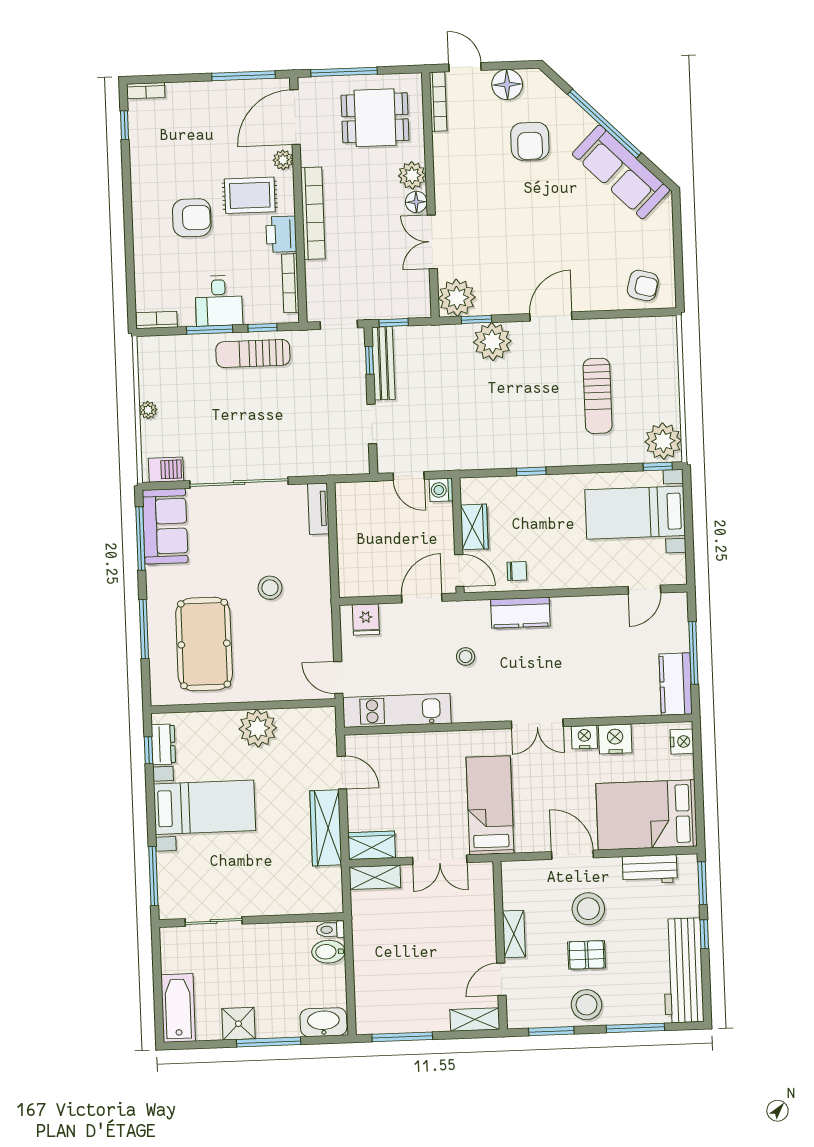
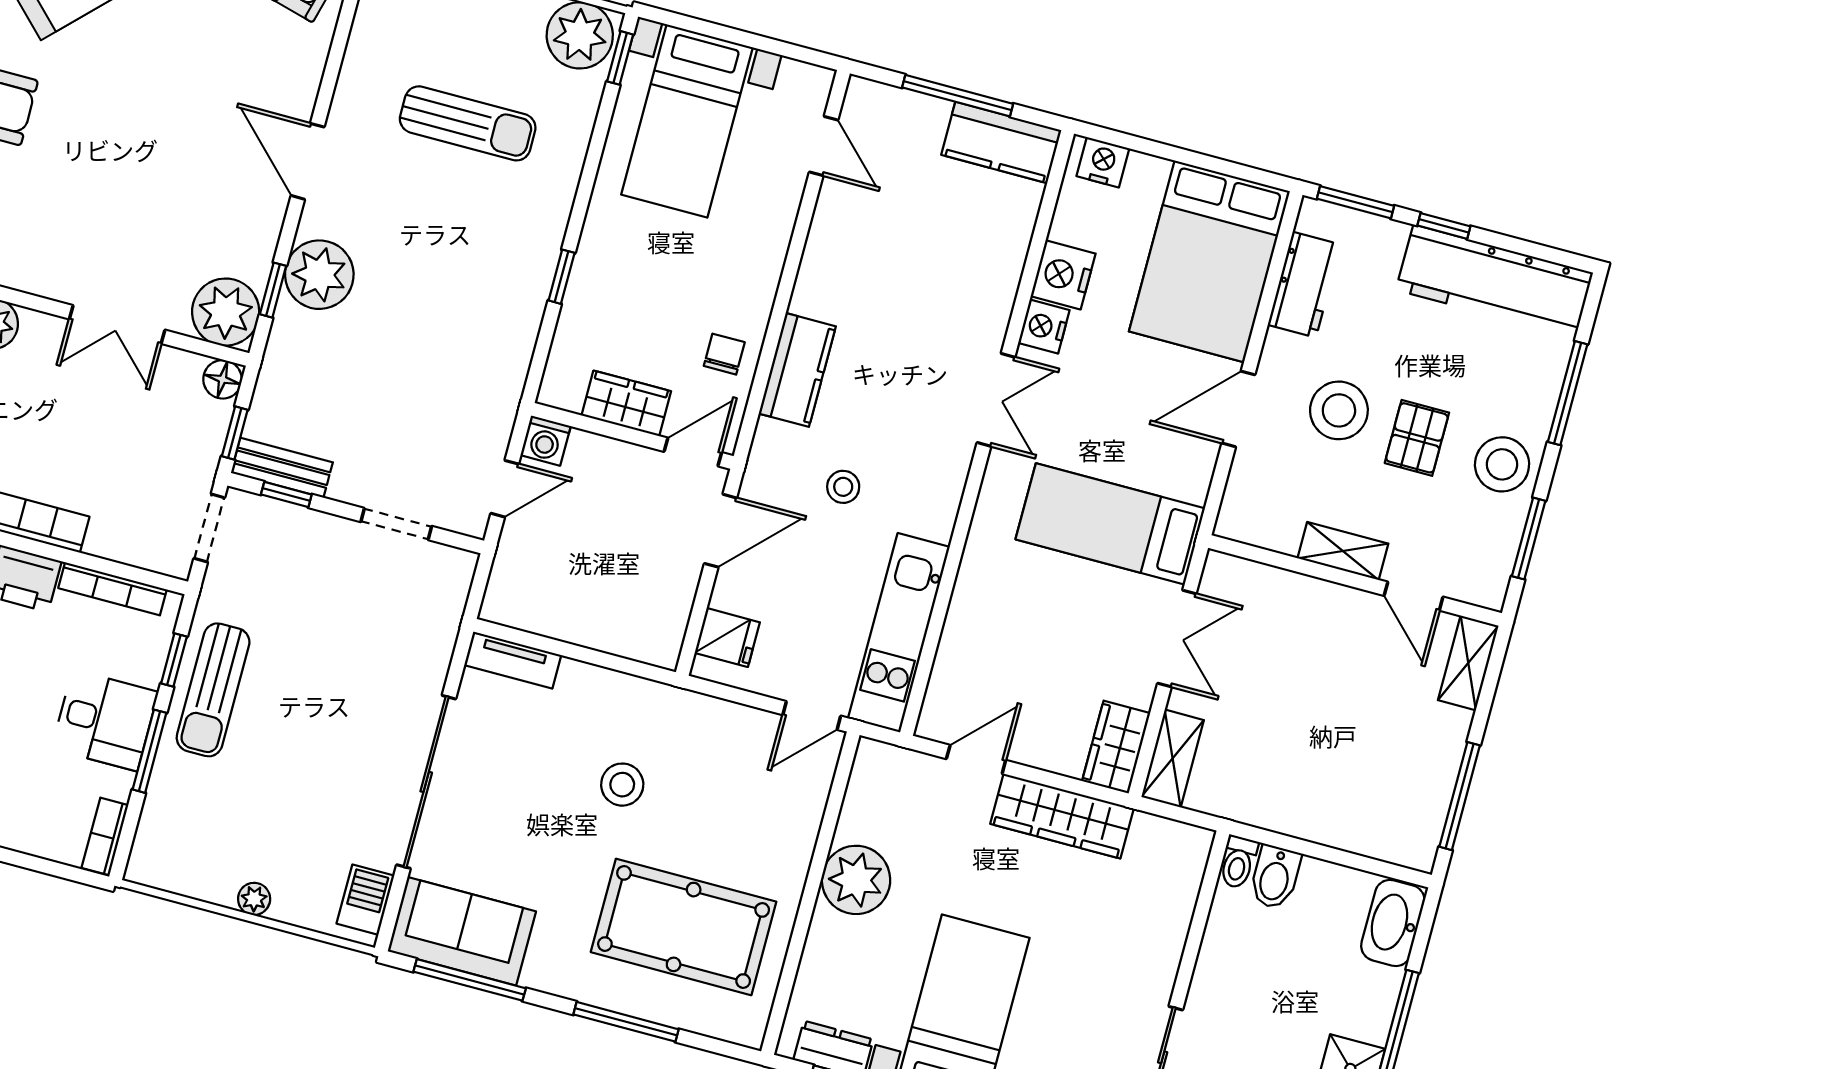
floor lamp: (416, 202) -> (222, 379), moved
bench: (383, 363) -> (282, 468), width x0.73
door: (422, 598) -> (721, 531), swing flipped

